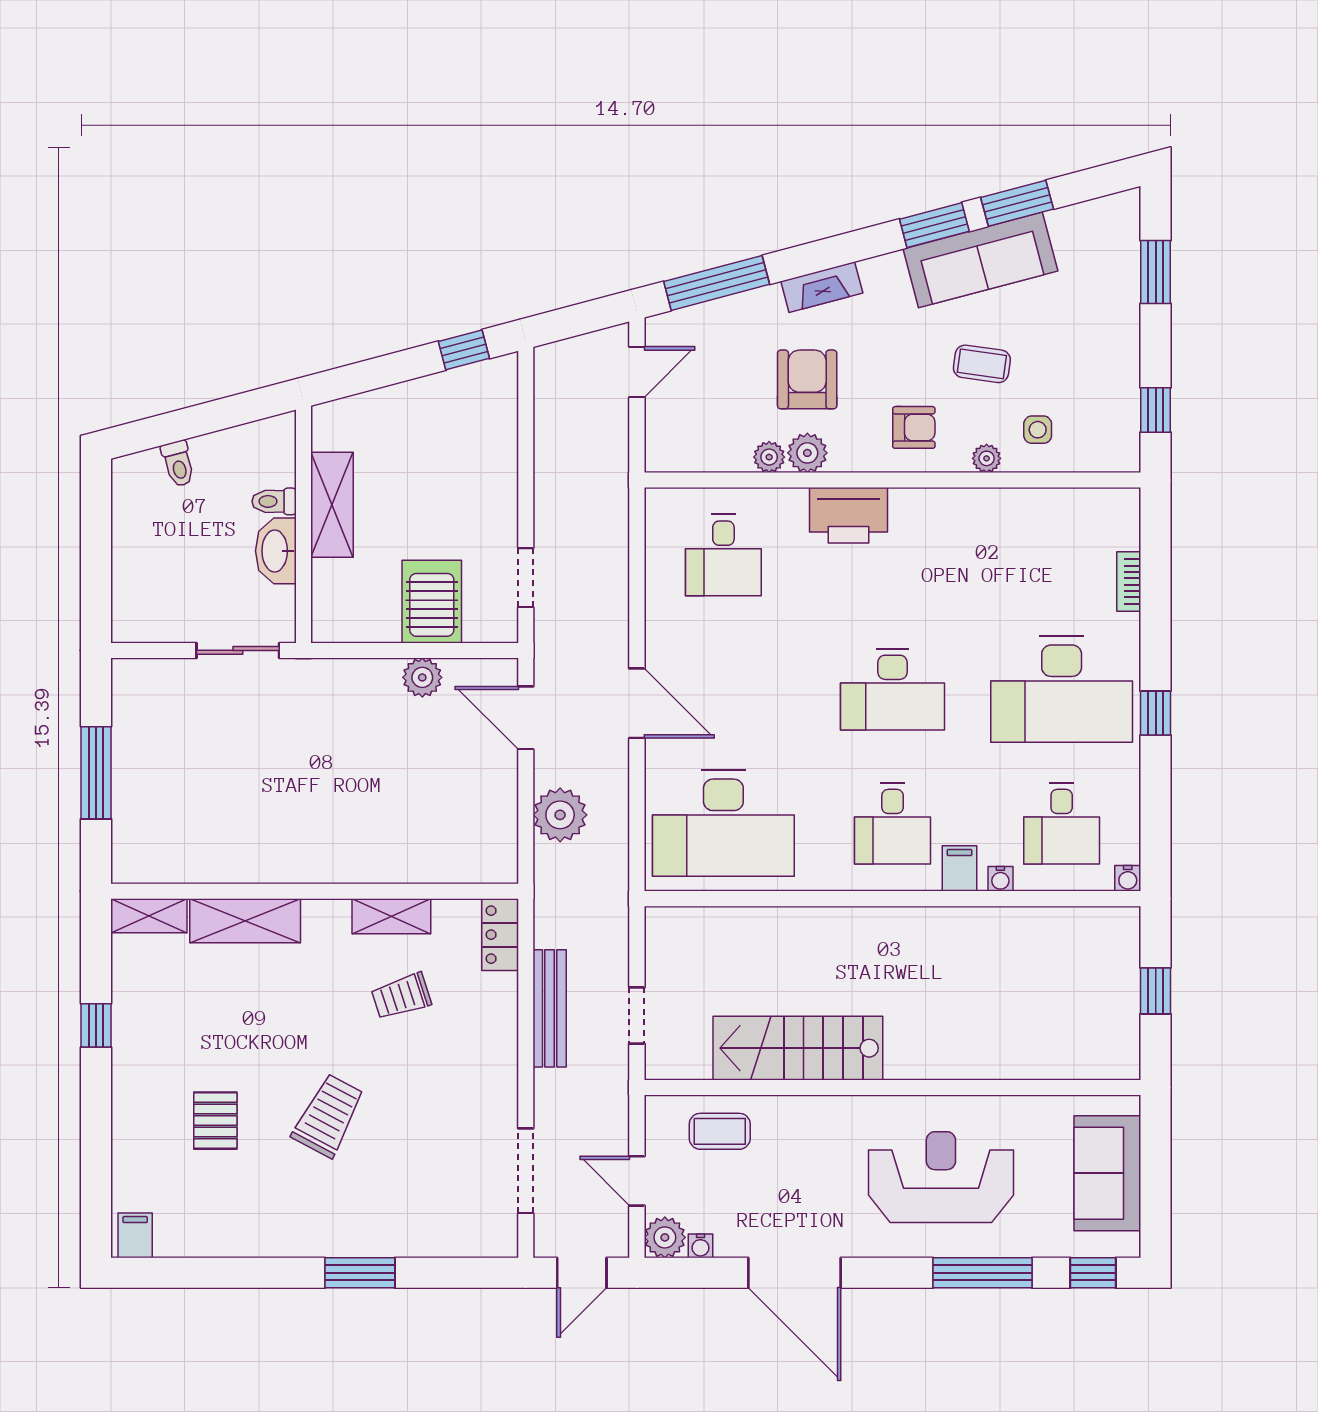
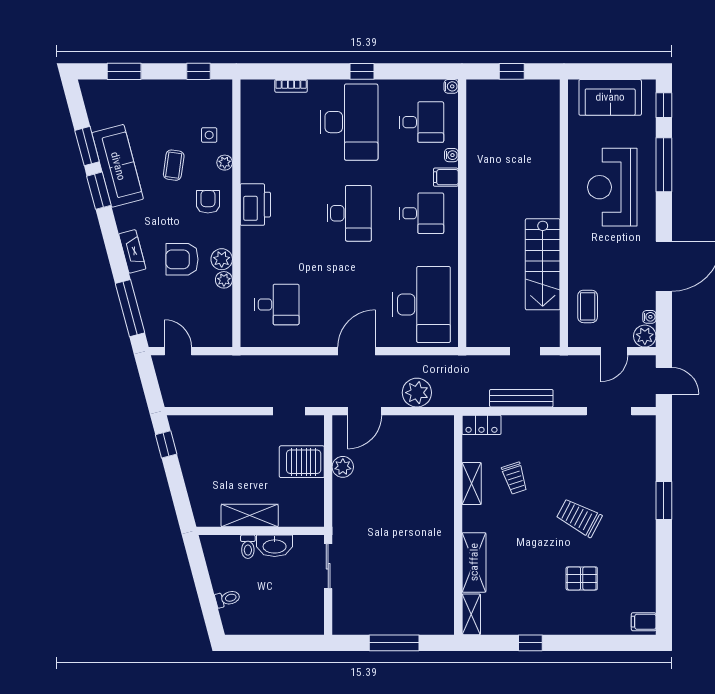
printer: (848, 515) -> (255, 205), moved

